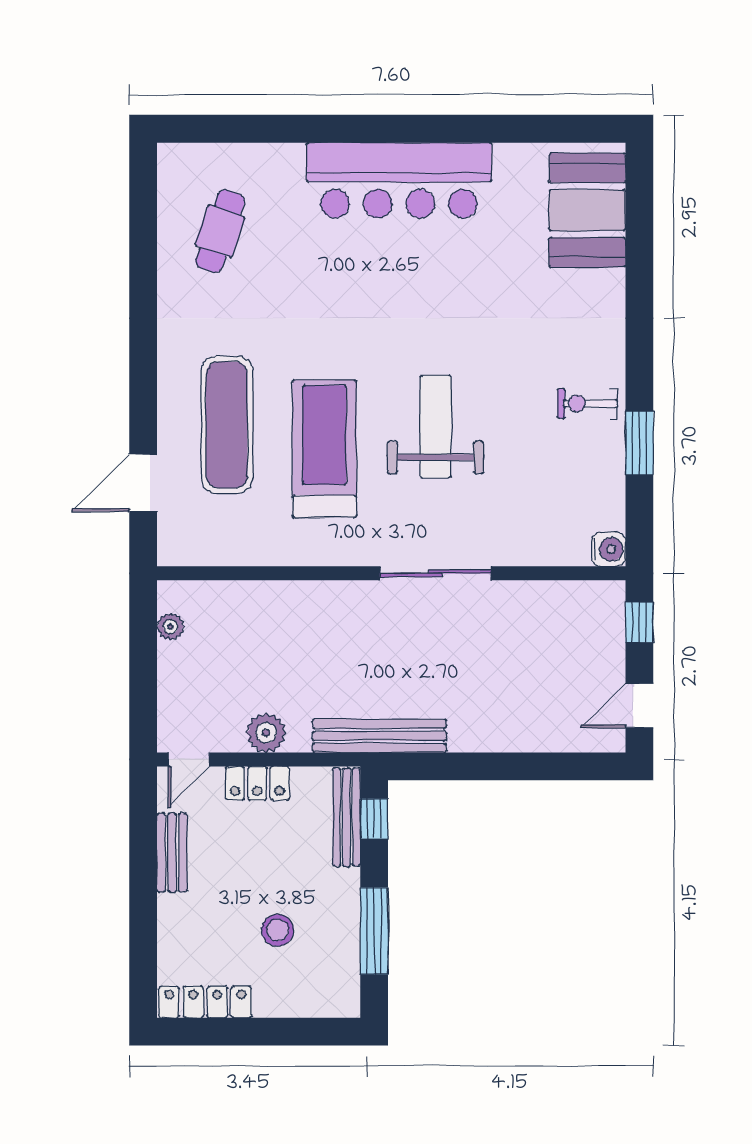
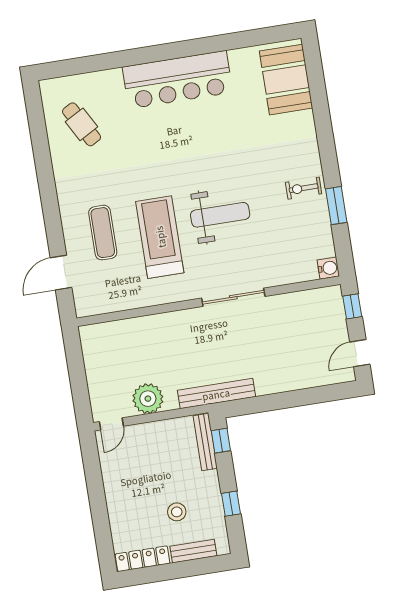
cafe table: (220, 231) -> (82, 124), turned -48
exercise mat: (227, 425) -> (103, 233), width x0.73, depth x0.69
weight bench: (435, 427) -> (220, 215), turned 90
plant: (171, 627) -> (89, 351), removed
plant: (266, 733) -> (148, 399), width x1.36, depth x1.36
locker: (257, 783) -> (152, 431), removed
bench: (172, 853) -> (193, 551), moved, turned 90
window: (374, 931) -> (231, 504), width x0.46

